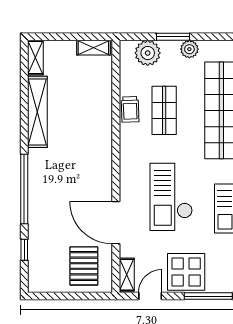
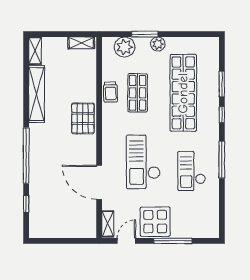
pallet: (84, 266) -> (83, 118), moved

